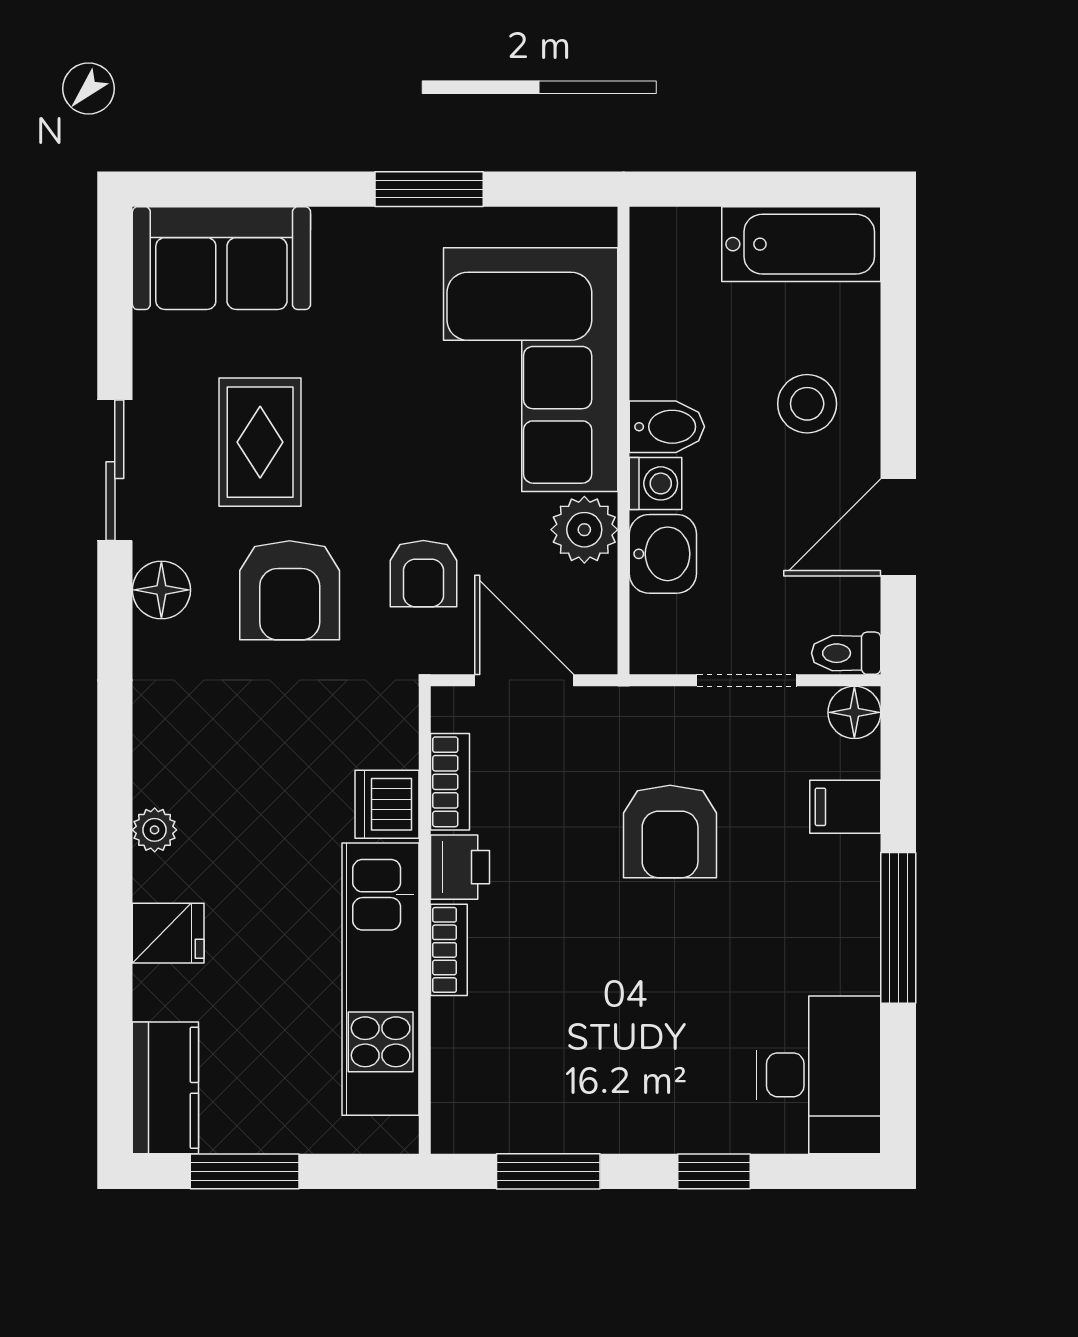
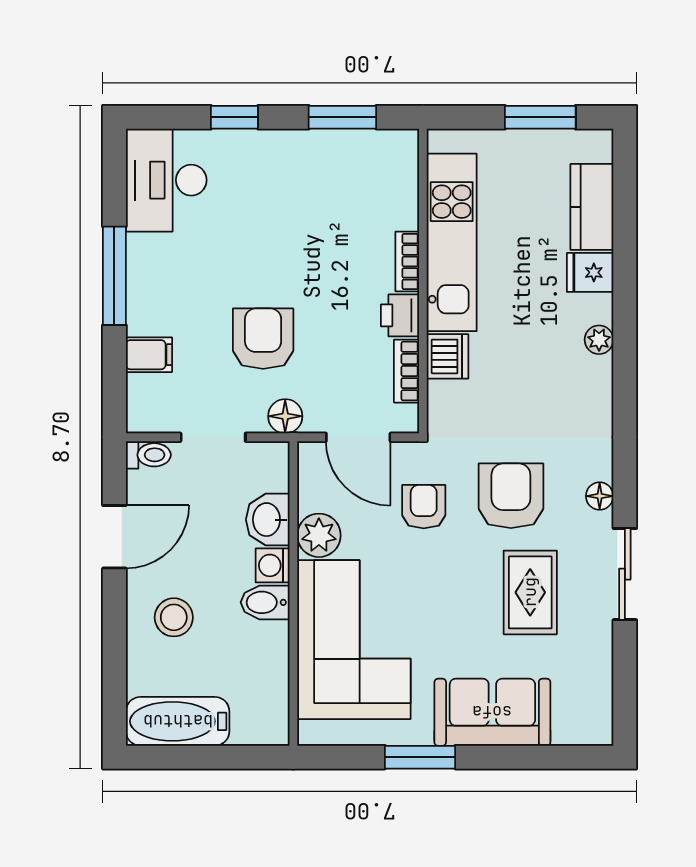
sofa: (221, 258) -> (492, 712), moved
floor lamp: (161, 590) -> (600, 496), width x0.73, depth x0.73
floor lamp: (854, 712) -> (285, 416), moved
kitchen counter: (165, 1088) -> (592, 207), moved

